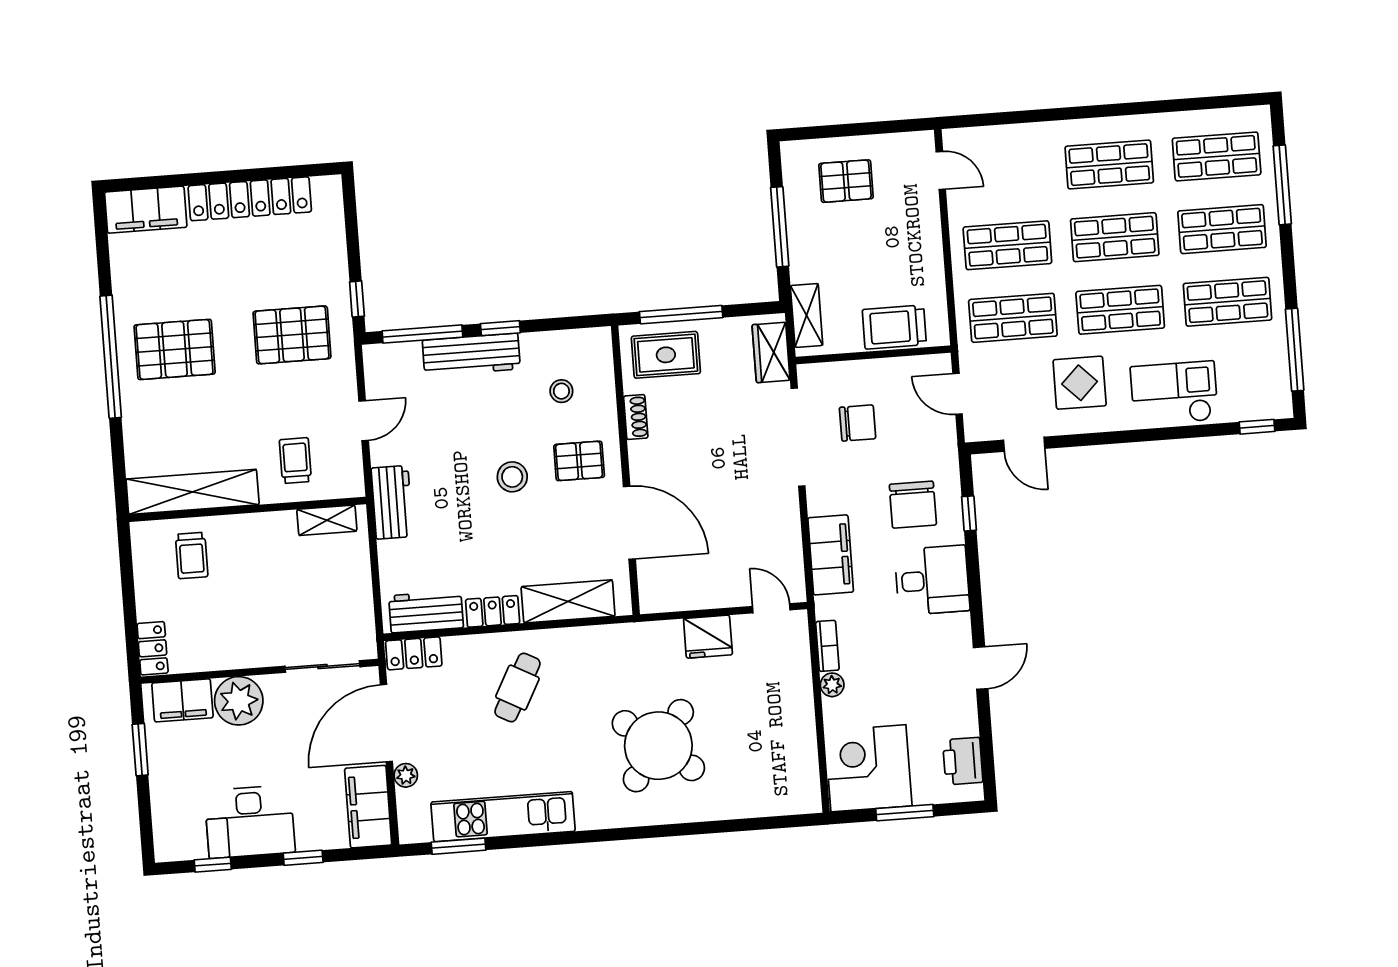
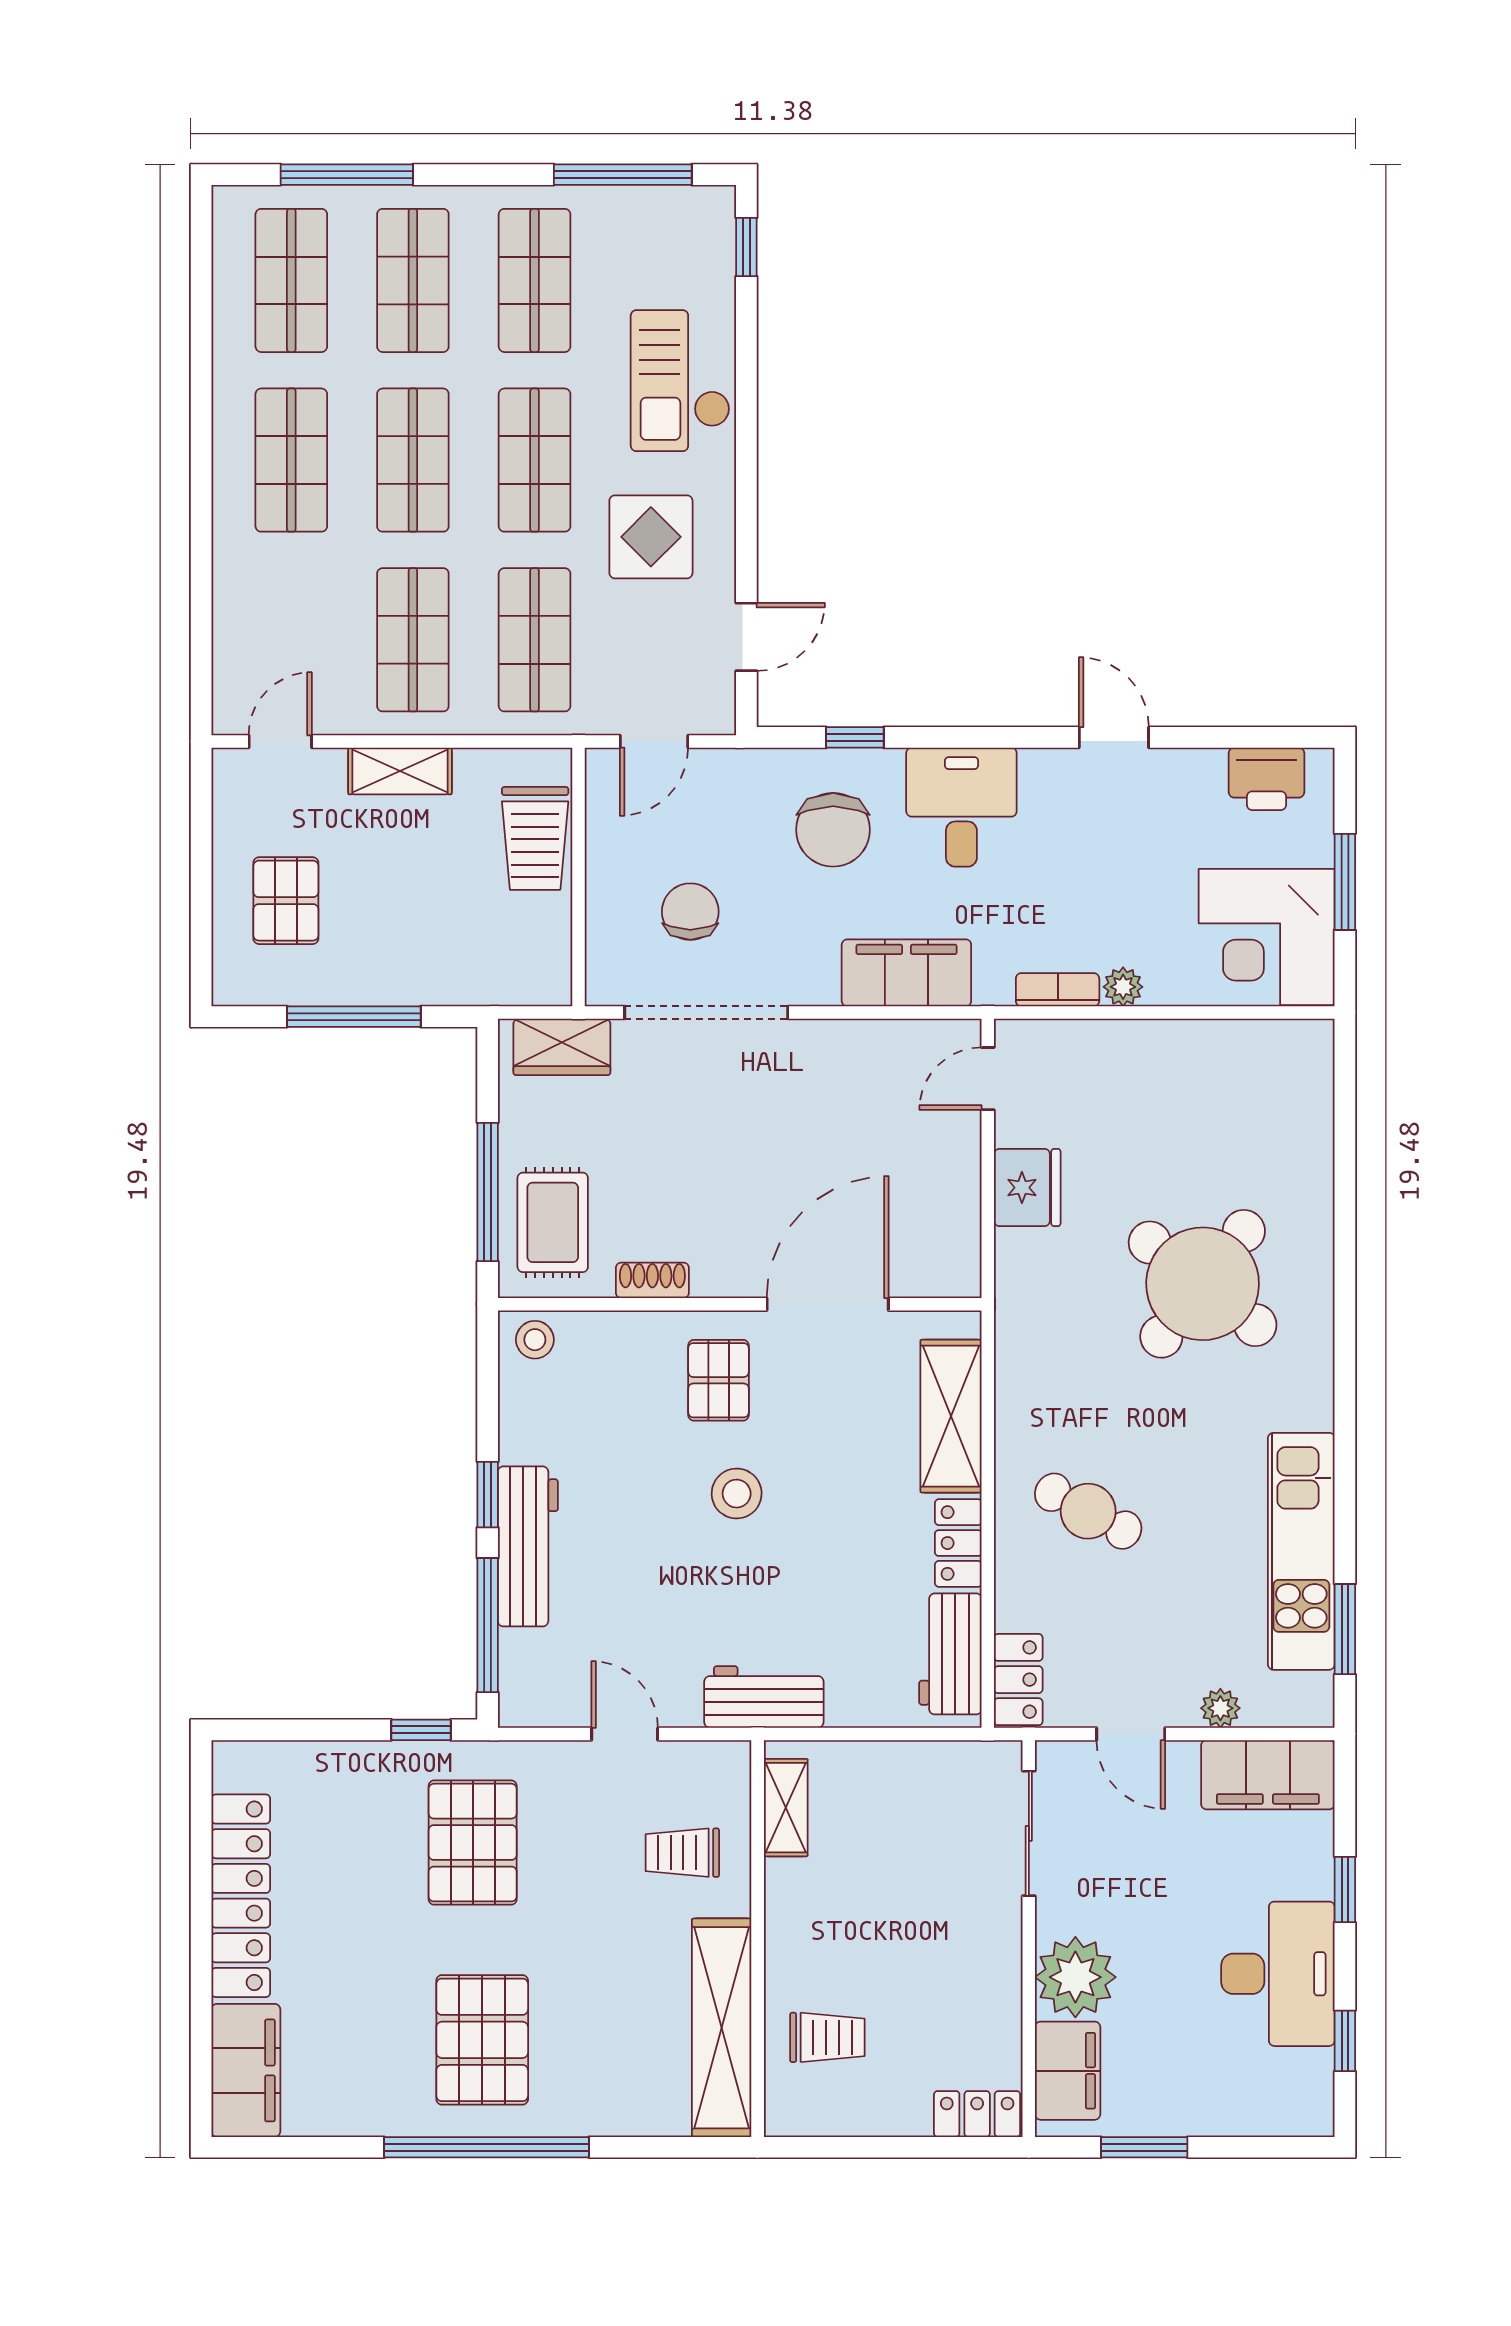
shelving: (807, 315) -> (400, 771), moved
stool: (561, 391) -> (535, 1340), moved
chair: (913, 505) -> (833, 830), turned 90
door: (386, 723) -> (1131, 1734), width x0.53

